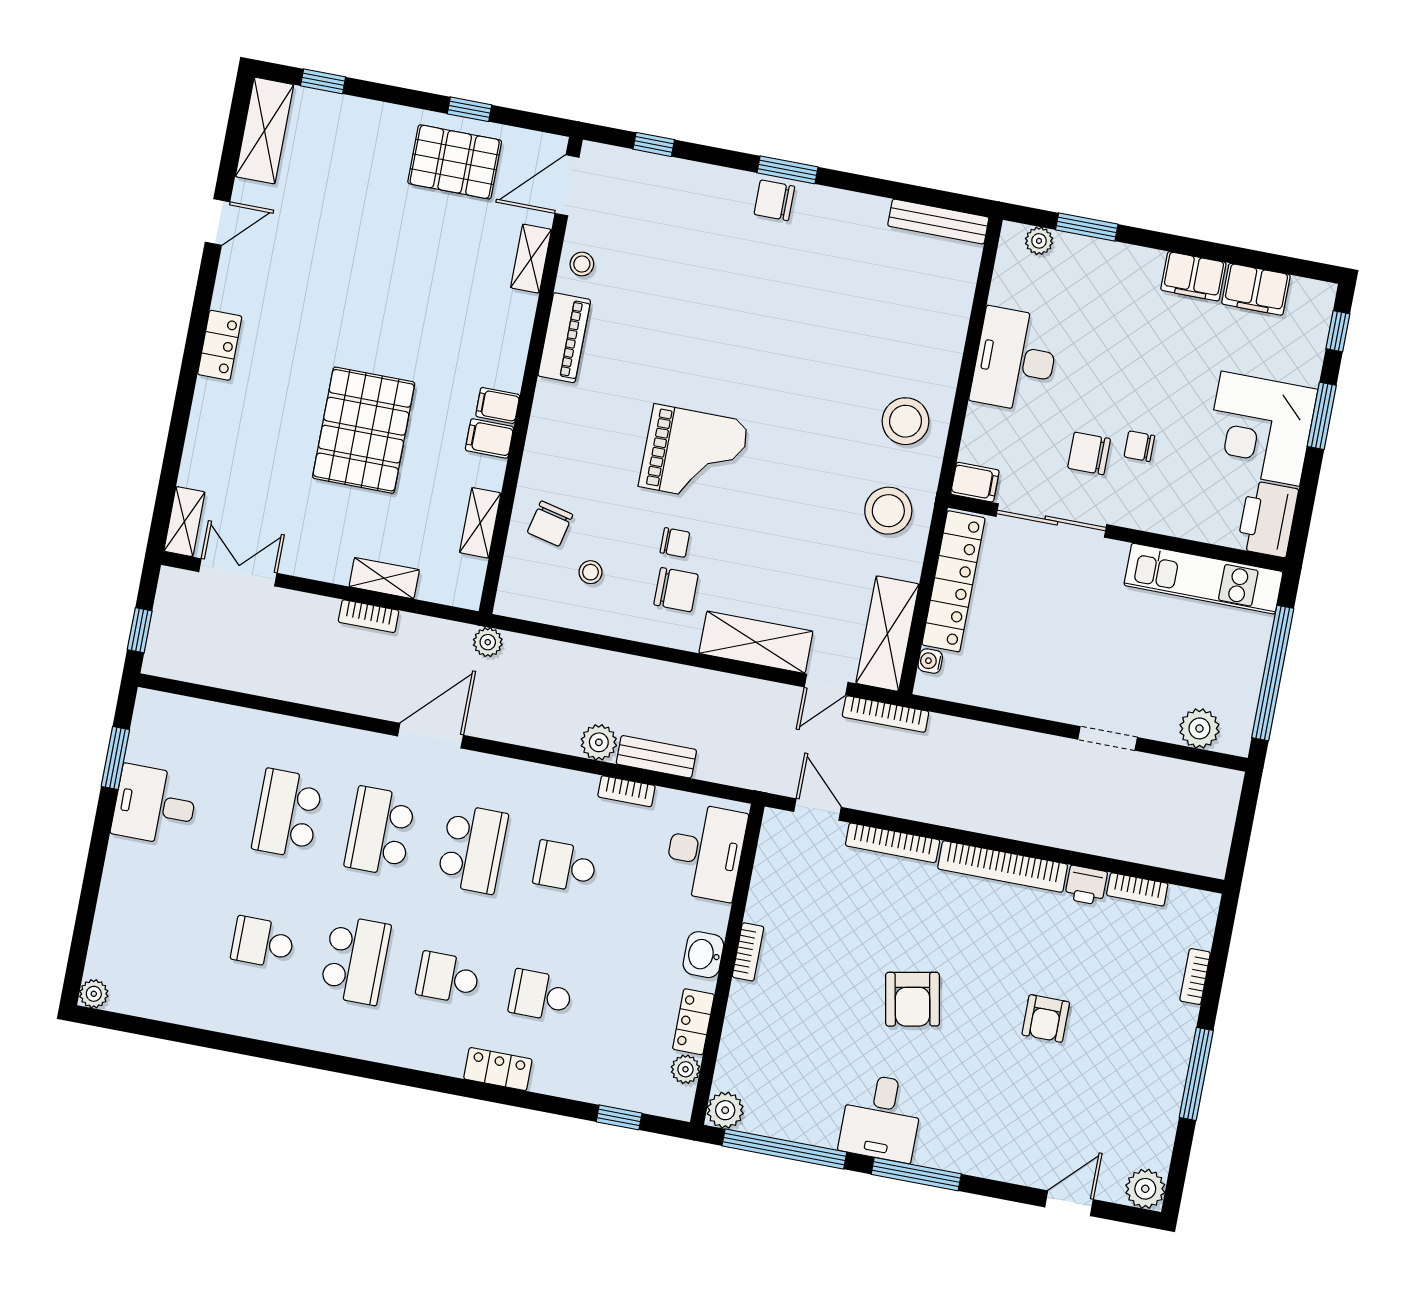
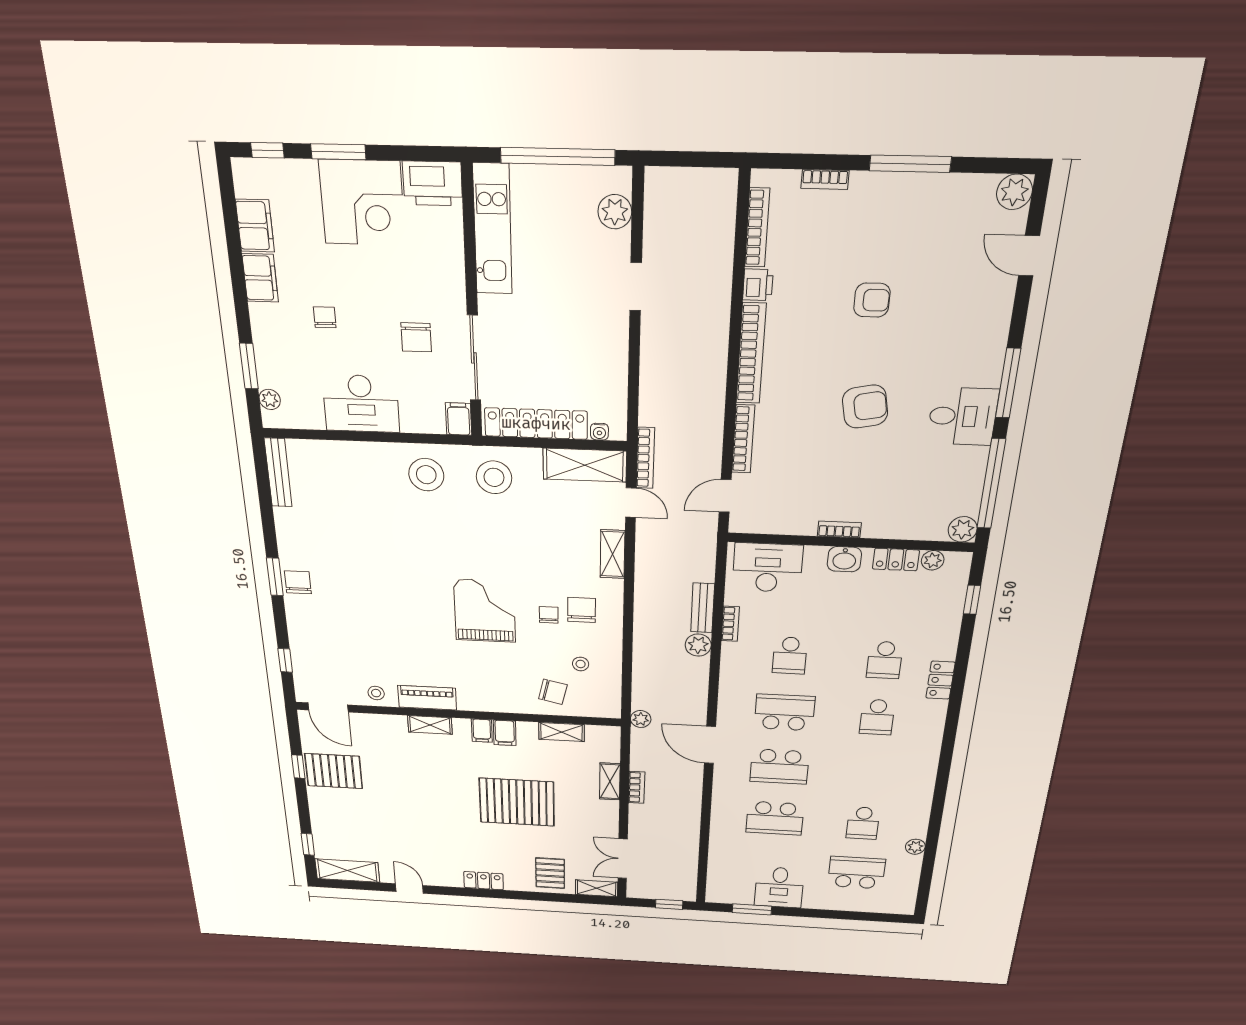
pallet: (455, 162) -> (334, 771), turned 90
chair: (774, 200) -> (298, 582), turned 180
shelving: (531, 259) -> (430, 725), moved
chair: (1139, 446) -> (325, 317), moved, turned 180
pallet: (223, 454) -> (550, 873), added
shelving: (756, 642) -> (613, 554), width x0.67, depth x0.75
bookcase: (1137, 889) -> (757, 228), width x1.56
school desk: (355, 960) -> (856, 873), moved
plant: (94, 994) -> (915, 847), moved

